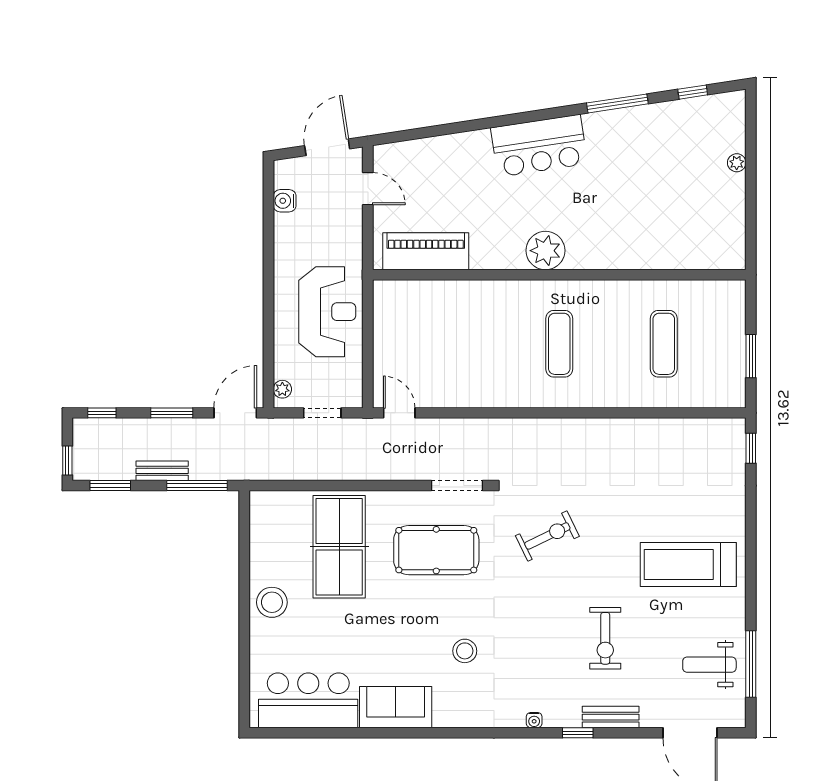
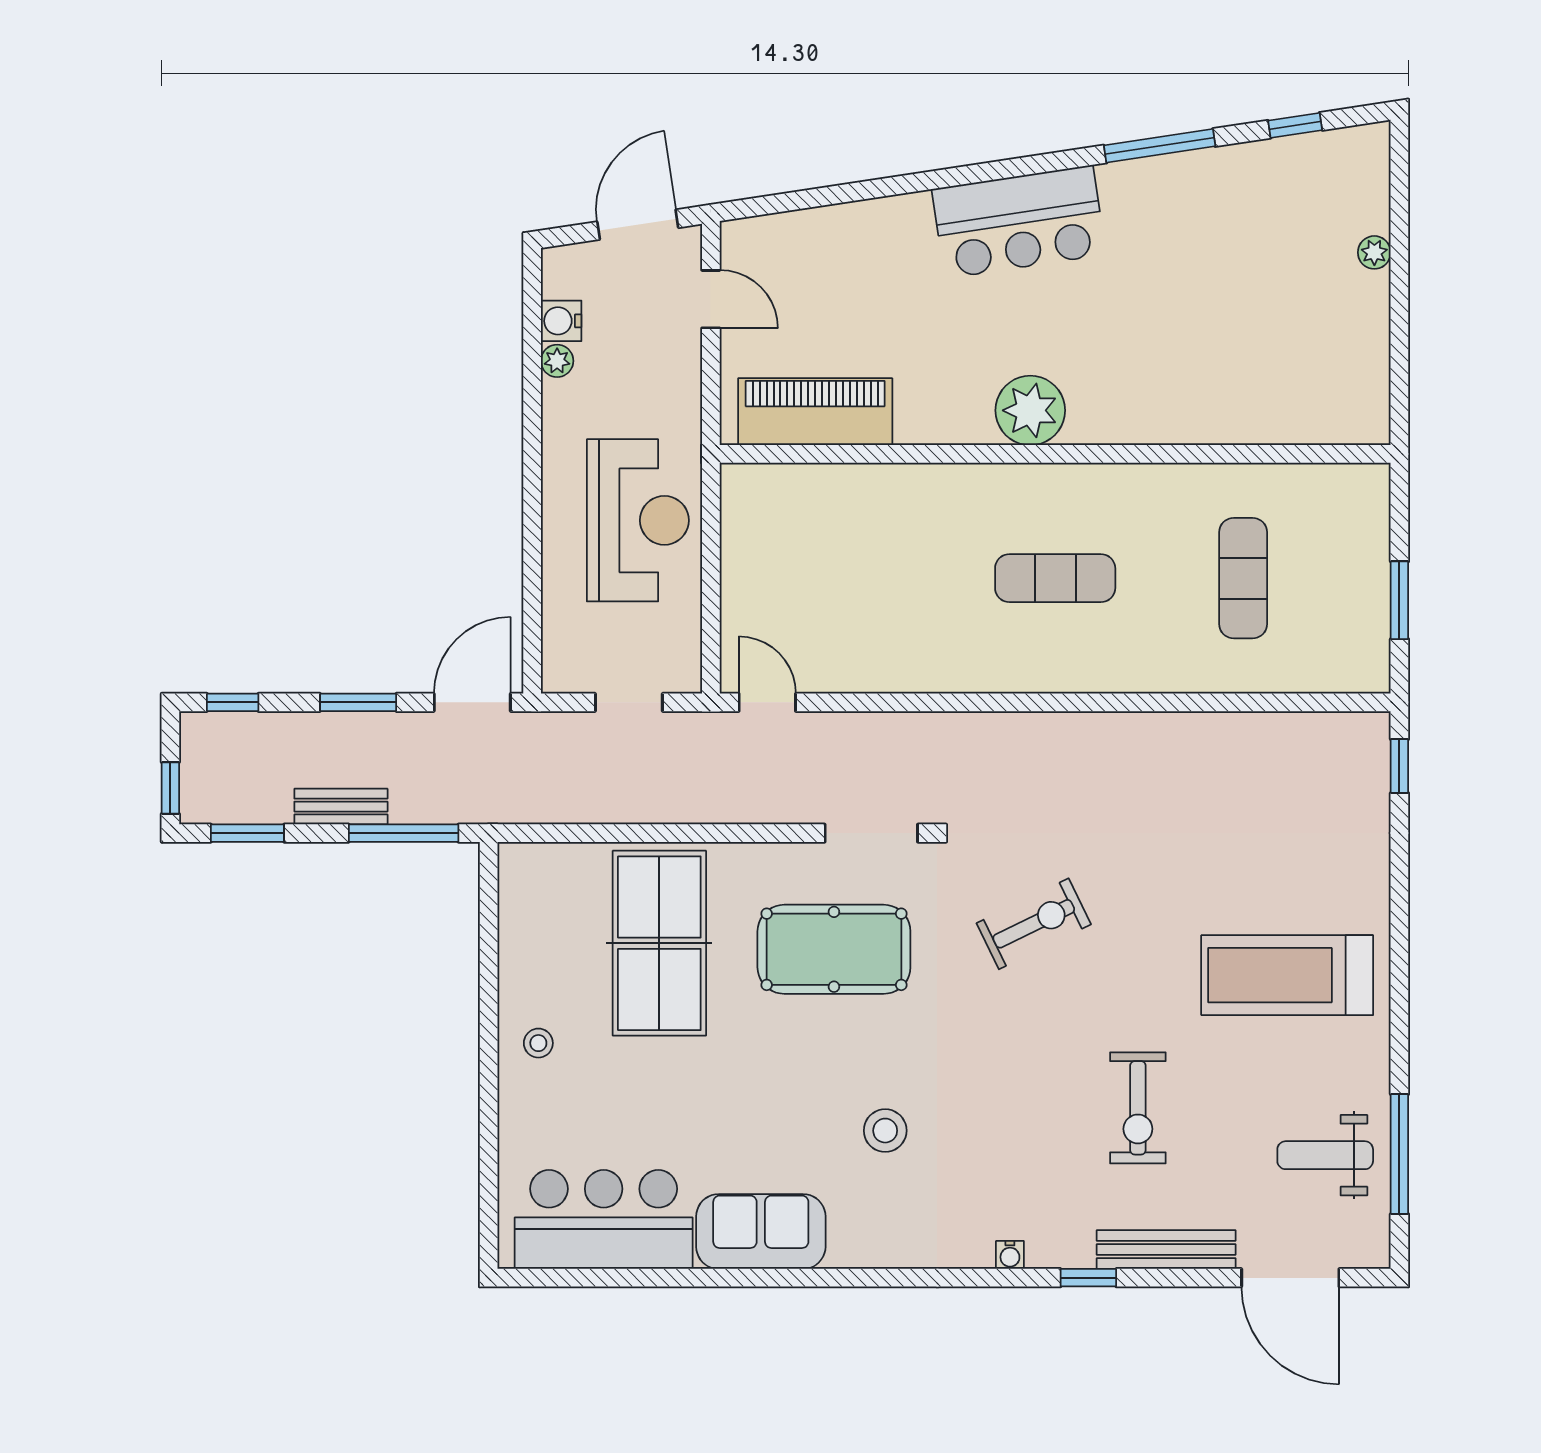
exercise mat: (559, 344) -> (1055, 578), turned 90
plant: (282, 389) -> (557, 361), moved
stool: (272, 602) -> (538, 1043), width x0.53, depth x0.53
bench: (611, 717) -> (1166, 1249), width x1.36

